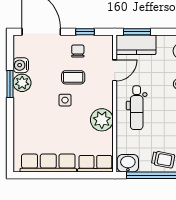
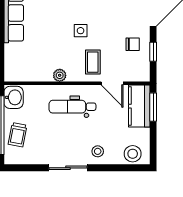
coffee table: (73, 77) -> (93, 62), moved
plant: (102, 120) -> (60, 75), width x0.53, depth x0.53
row of seats: (95, 164) -> (13, 63), removed

